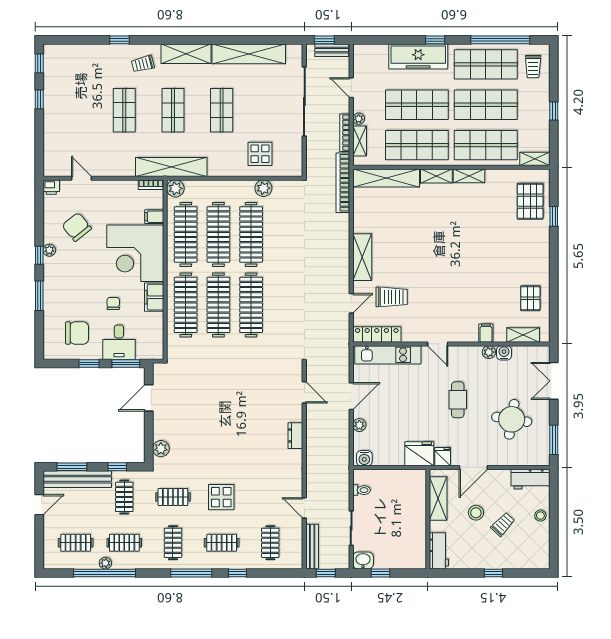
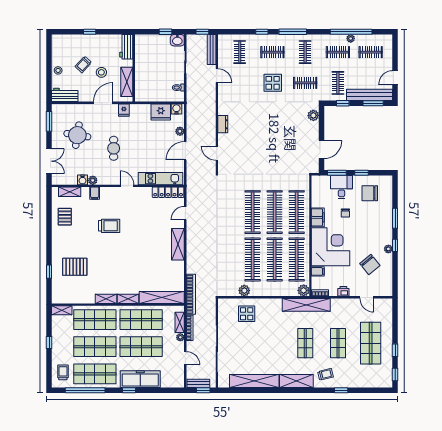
shop shelf: (222, 110) -> (371, 343), moved, width x1.43, depth x1.36
printer: (51, 187) -> (343, 291), moved
pallet: (530, 201) -> (75, 267), moved, turned 90
trolley: (392, 297) -> (109, 226), moved, turned 180
fridge: (419, 454) -> (161, 112), moved

